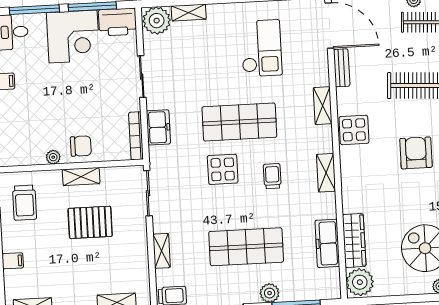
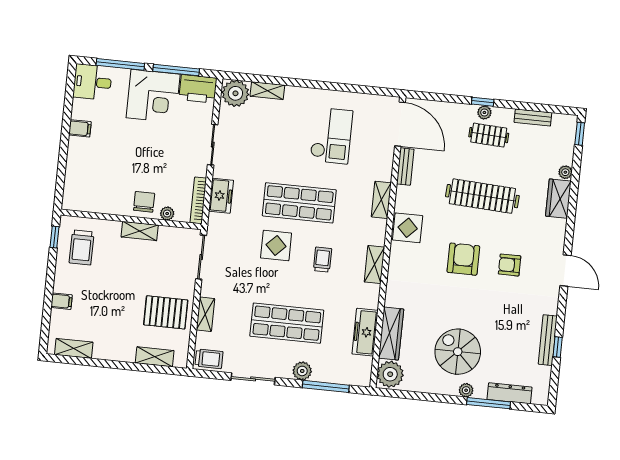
chair: (81, 146) -> (144, 202), turned -90
plant: (53, 157) -> (167, 214), moved
pallet: (90, 222) -> (166, 312), moved

